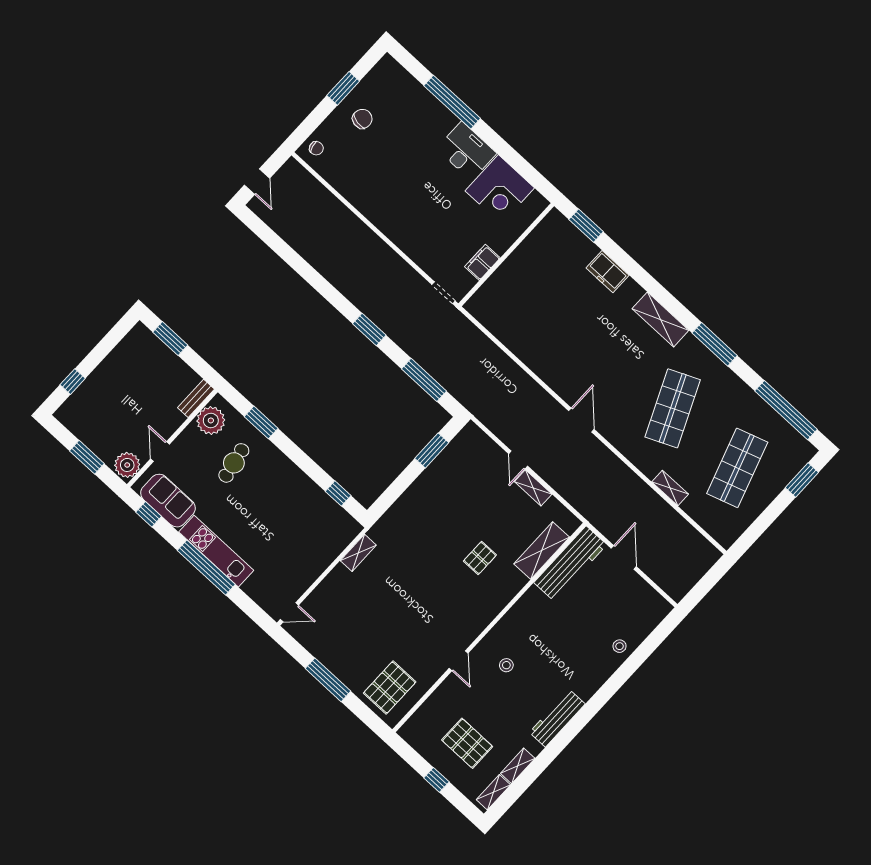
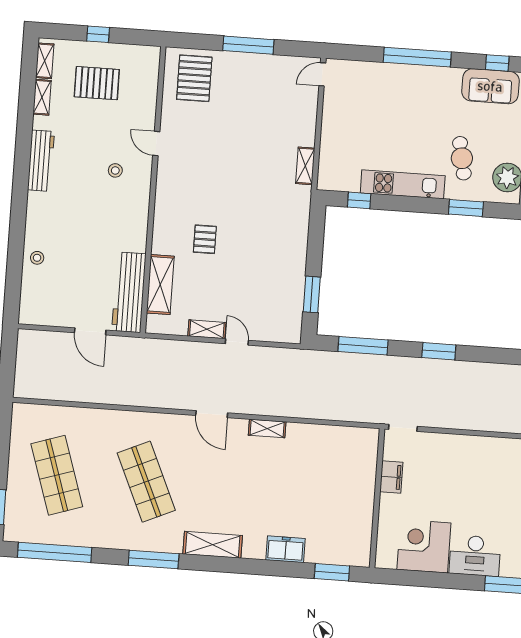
shelving: (670, 488) -> (267, 429), moved
kitchen unit: (216, 551) -> (403, 184), moved, turned 180

